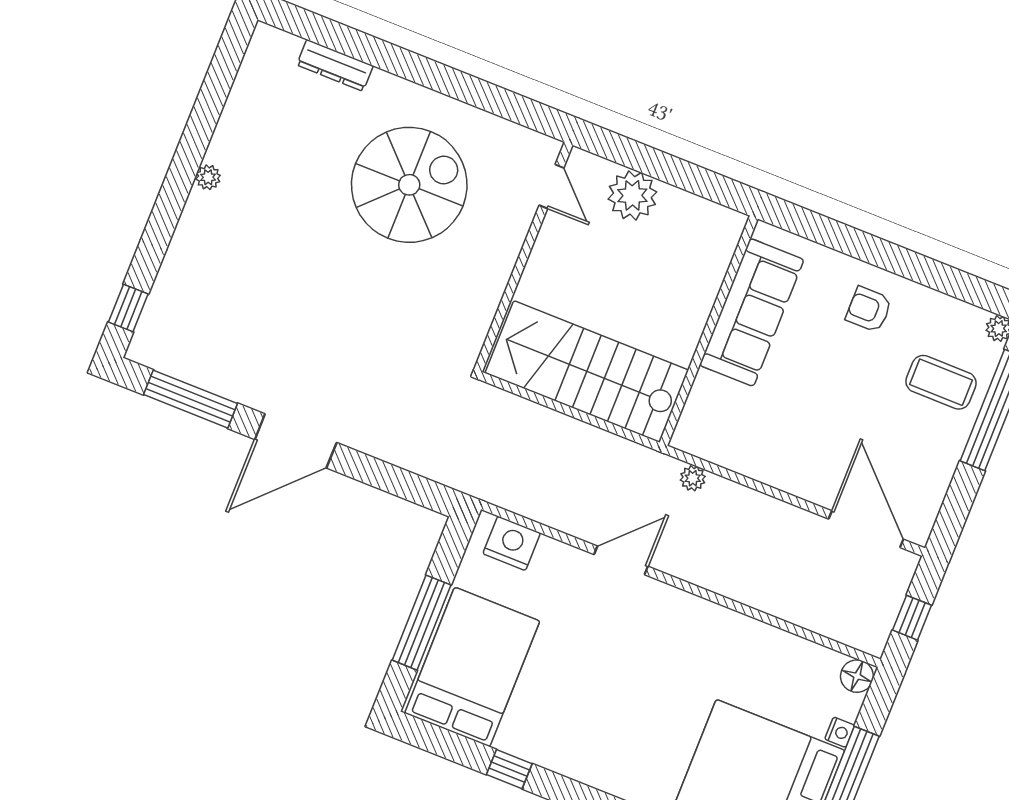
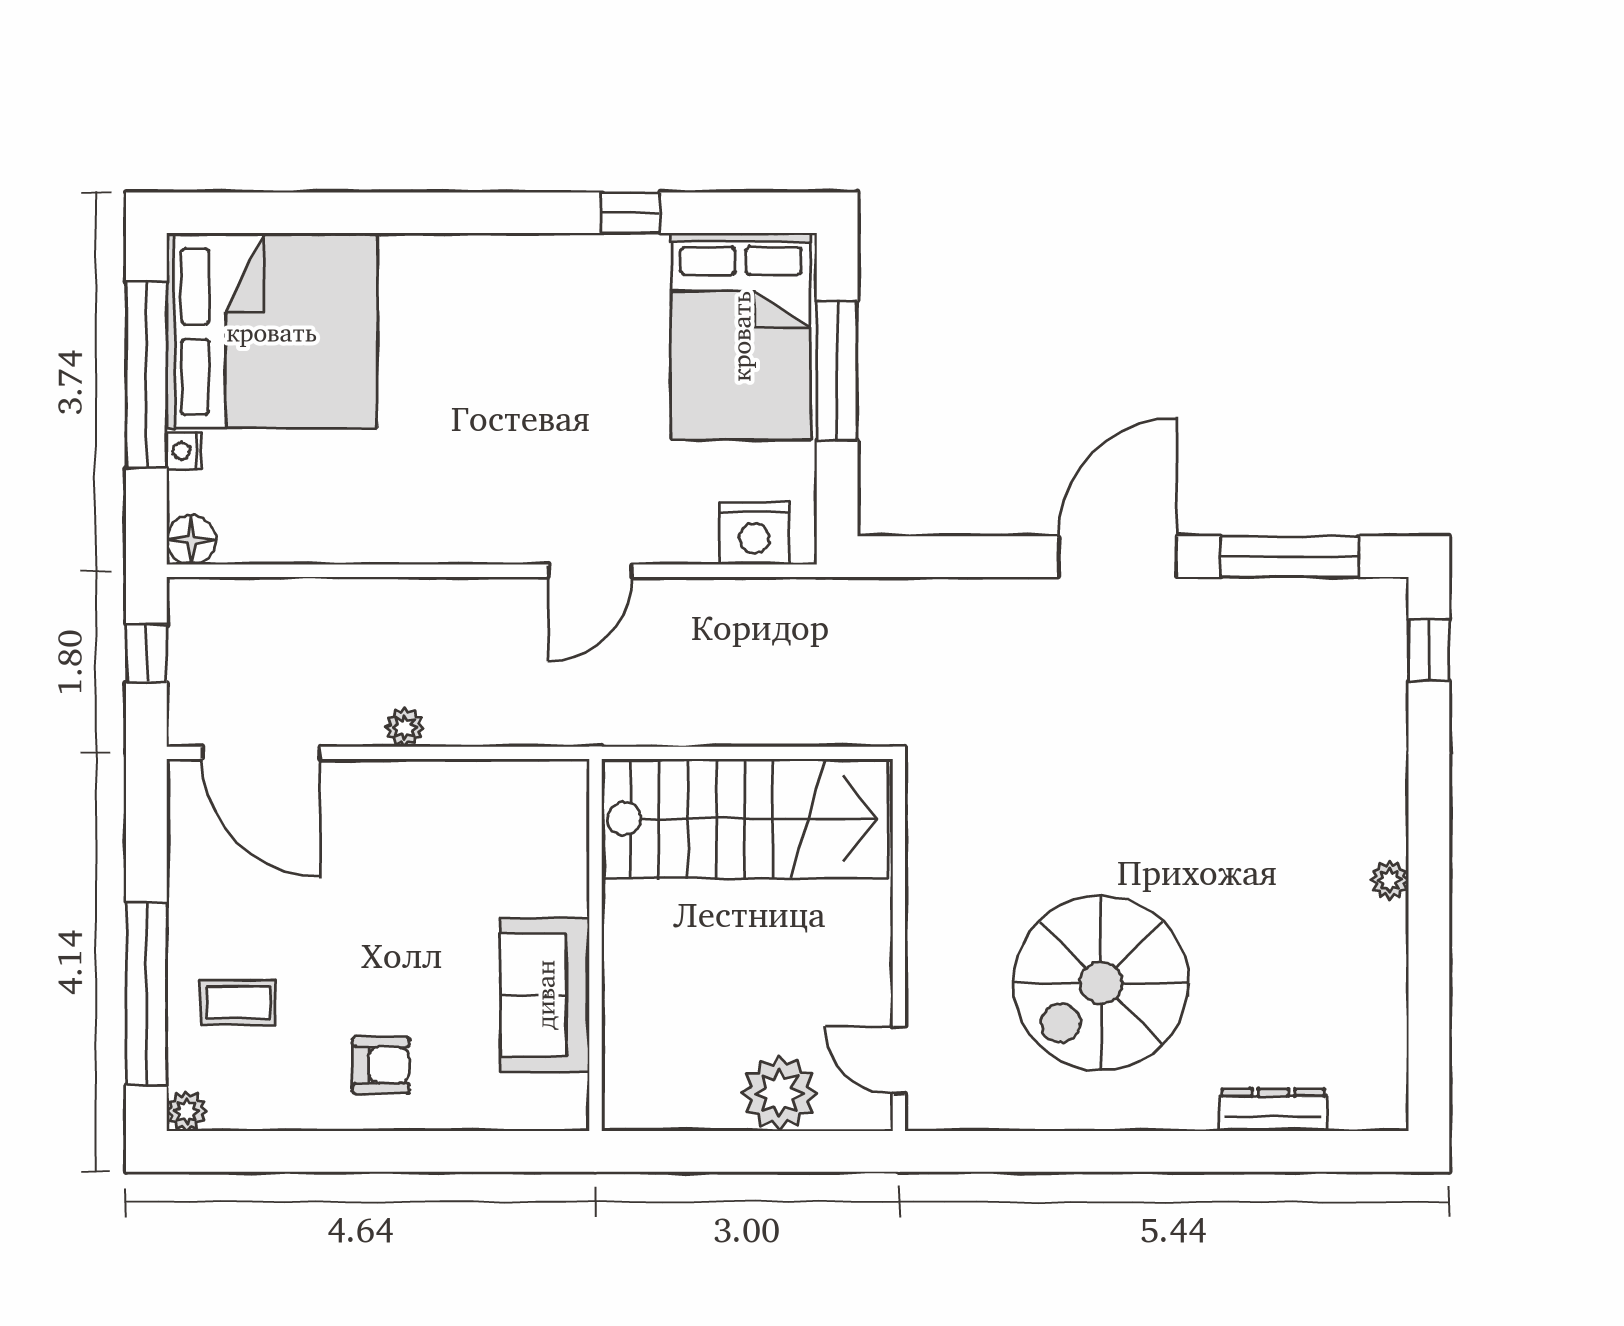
sofa: (752, 312) -> (545, 995), width x0.73
coffee table: (941, 382) -> (238, 1003), width x0.73, depth x0.77
plant: (693, 478) -> (404, 727), moved

